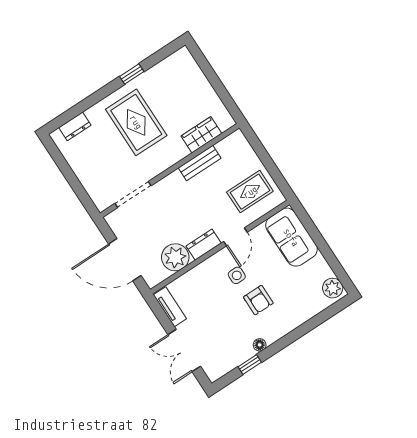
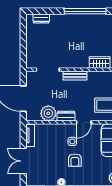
window: (132, 74) -> (85, 11), width x3.17
rug: (136, 122) -> (72, 36), removed
bench: (200, 163) -> (75, 76), moved

